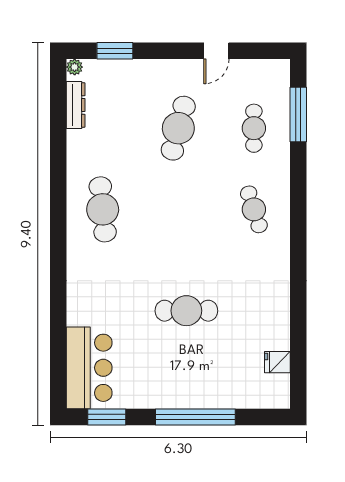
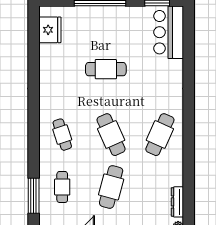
cafe table: (103, 209) -> (160, 135), turned 30
cafe table: (178, 209) -> (111, 135), added
fridge: (277, 362) -> (50, 30), width x1.88, depth x1.34

